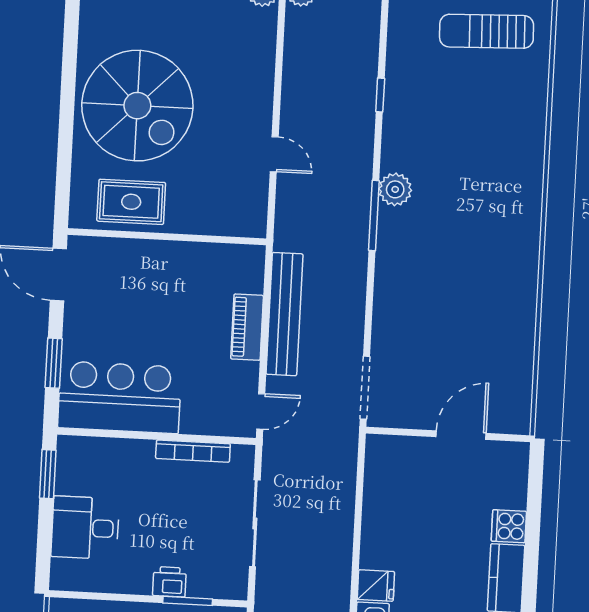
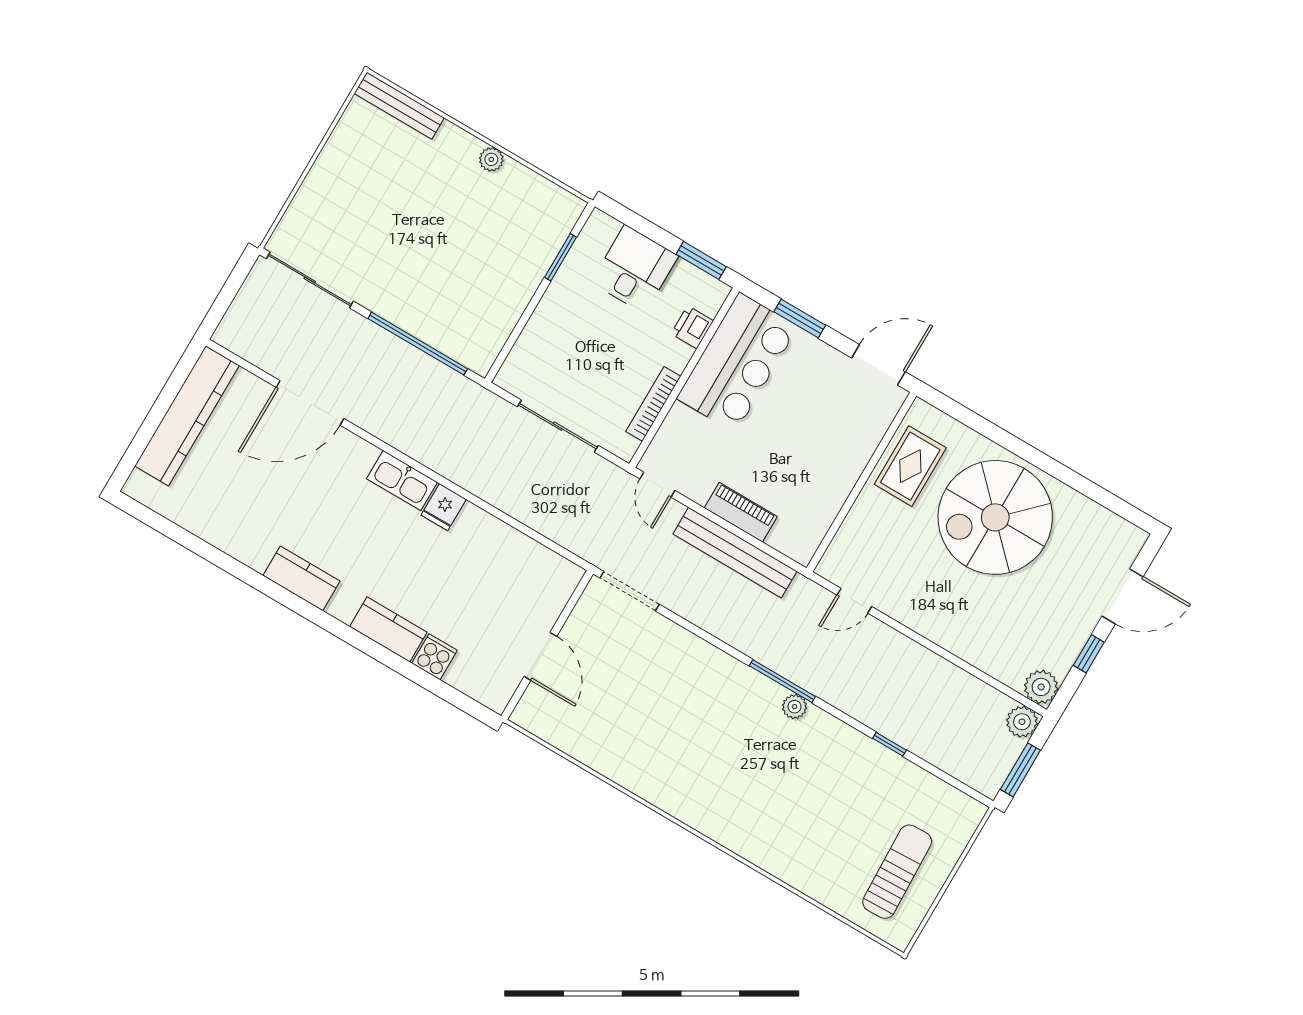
door: (274, 154) -> (854, 601), moved
plant: (395, 189) -> (794, 707), width x0.73, depth x0.73
printer: (169, 582) -> (692, 327), moved, turned 180
window: (188, 601) -> (561, 257), moved

